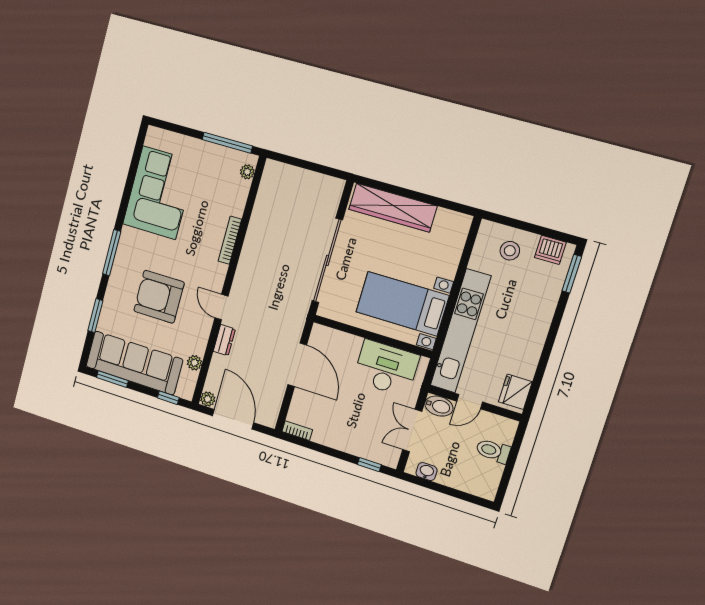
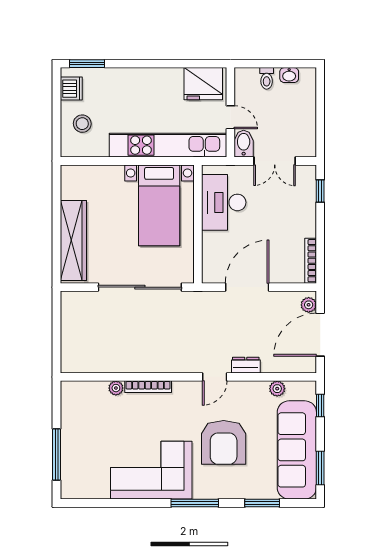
window: (227, 143) -> (57, 455), moved
plant: (247, 172) -> (116, 388), moved
corner sofa: (159, 193) -> (151, 470), moved
fridge: (515, 392) -> (203, 84), width x1.36, depth x1.34
plant: (208, 399) -> (309, 305), moved
bookcase: (297, 431) -> (311, 261), width x1.56
toilet: (493, 451) -> (267, 78), width x0.73, depth x0.72
washbasin: (427, 472) -> (289, 75), moved, turned -90

